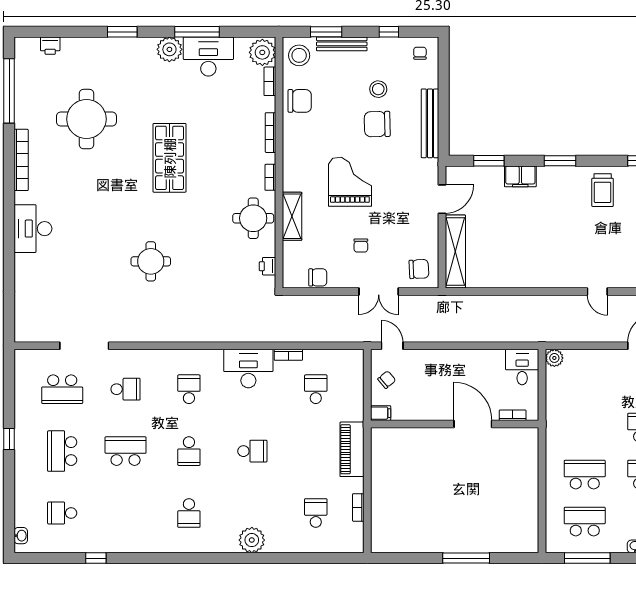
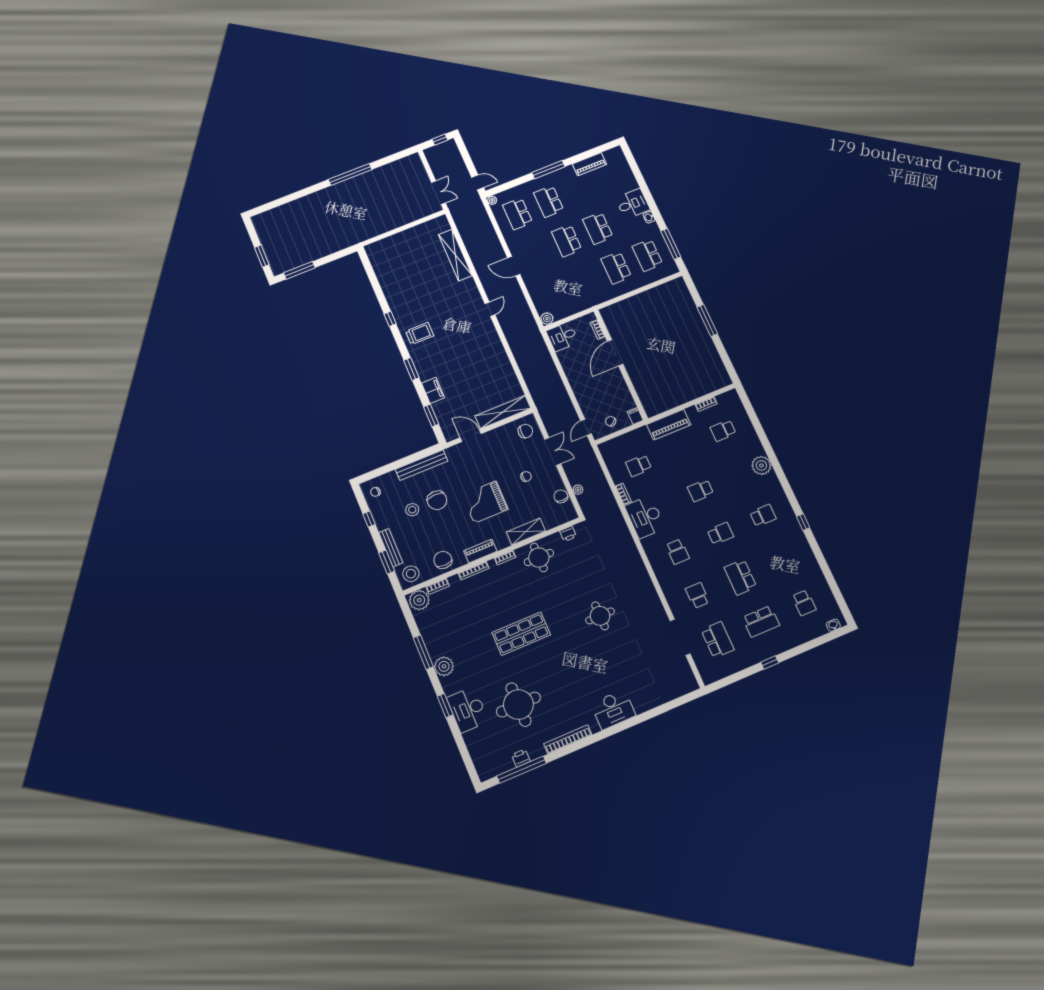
printer: (50, 46) -> (521, 758), moved, turned -90
desk: (208, 57) -> (468, 710), moved
piano: (291, 151) -> (480, 551), added
chair: (419, 269) -> (525, 431), turned 93
plant: (317, 302) -> (578, 490), added
school desk: (189, 389) -> (678, 552), turned -90
school desk: (252, 451) -> (700, 491), turned -90
window: (96, 558) -> (803, 522), moved

